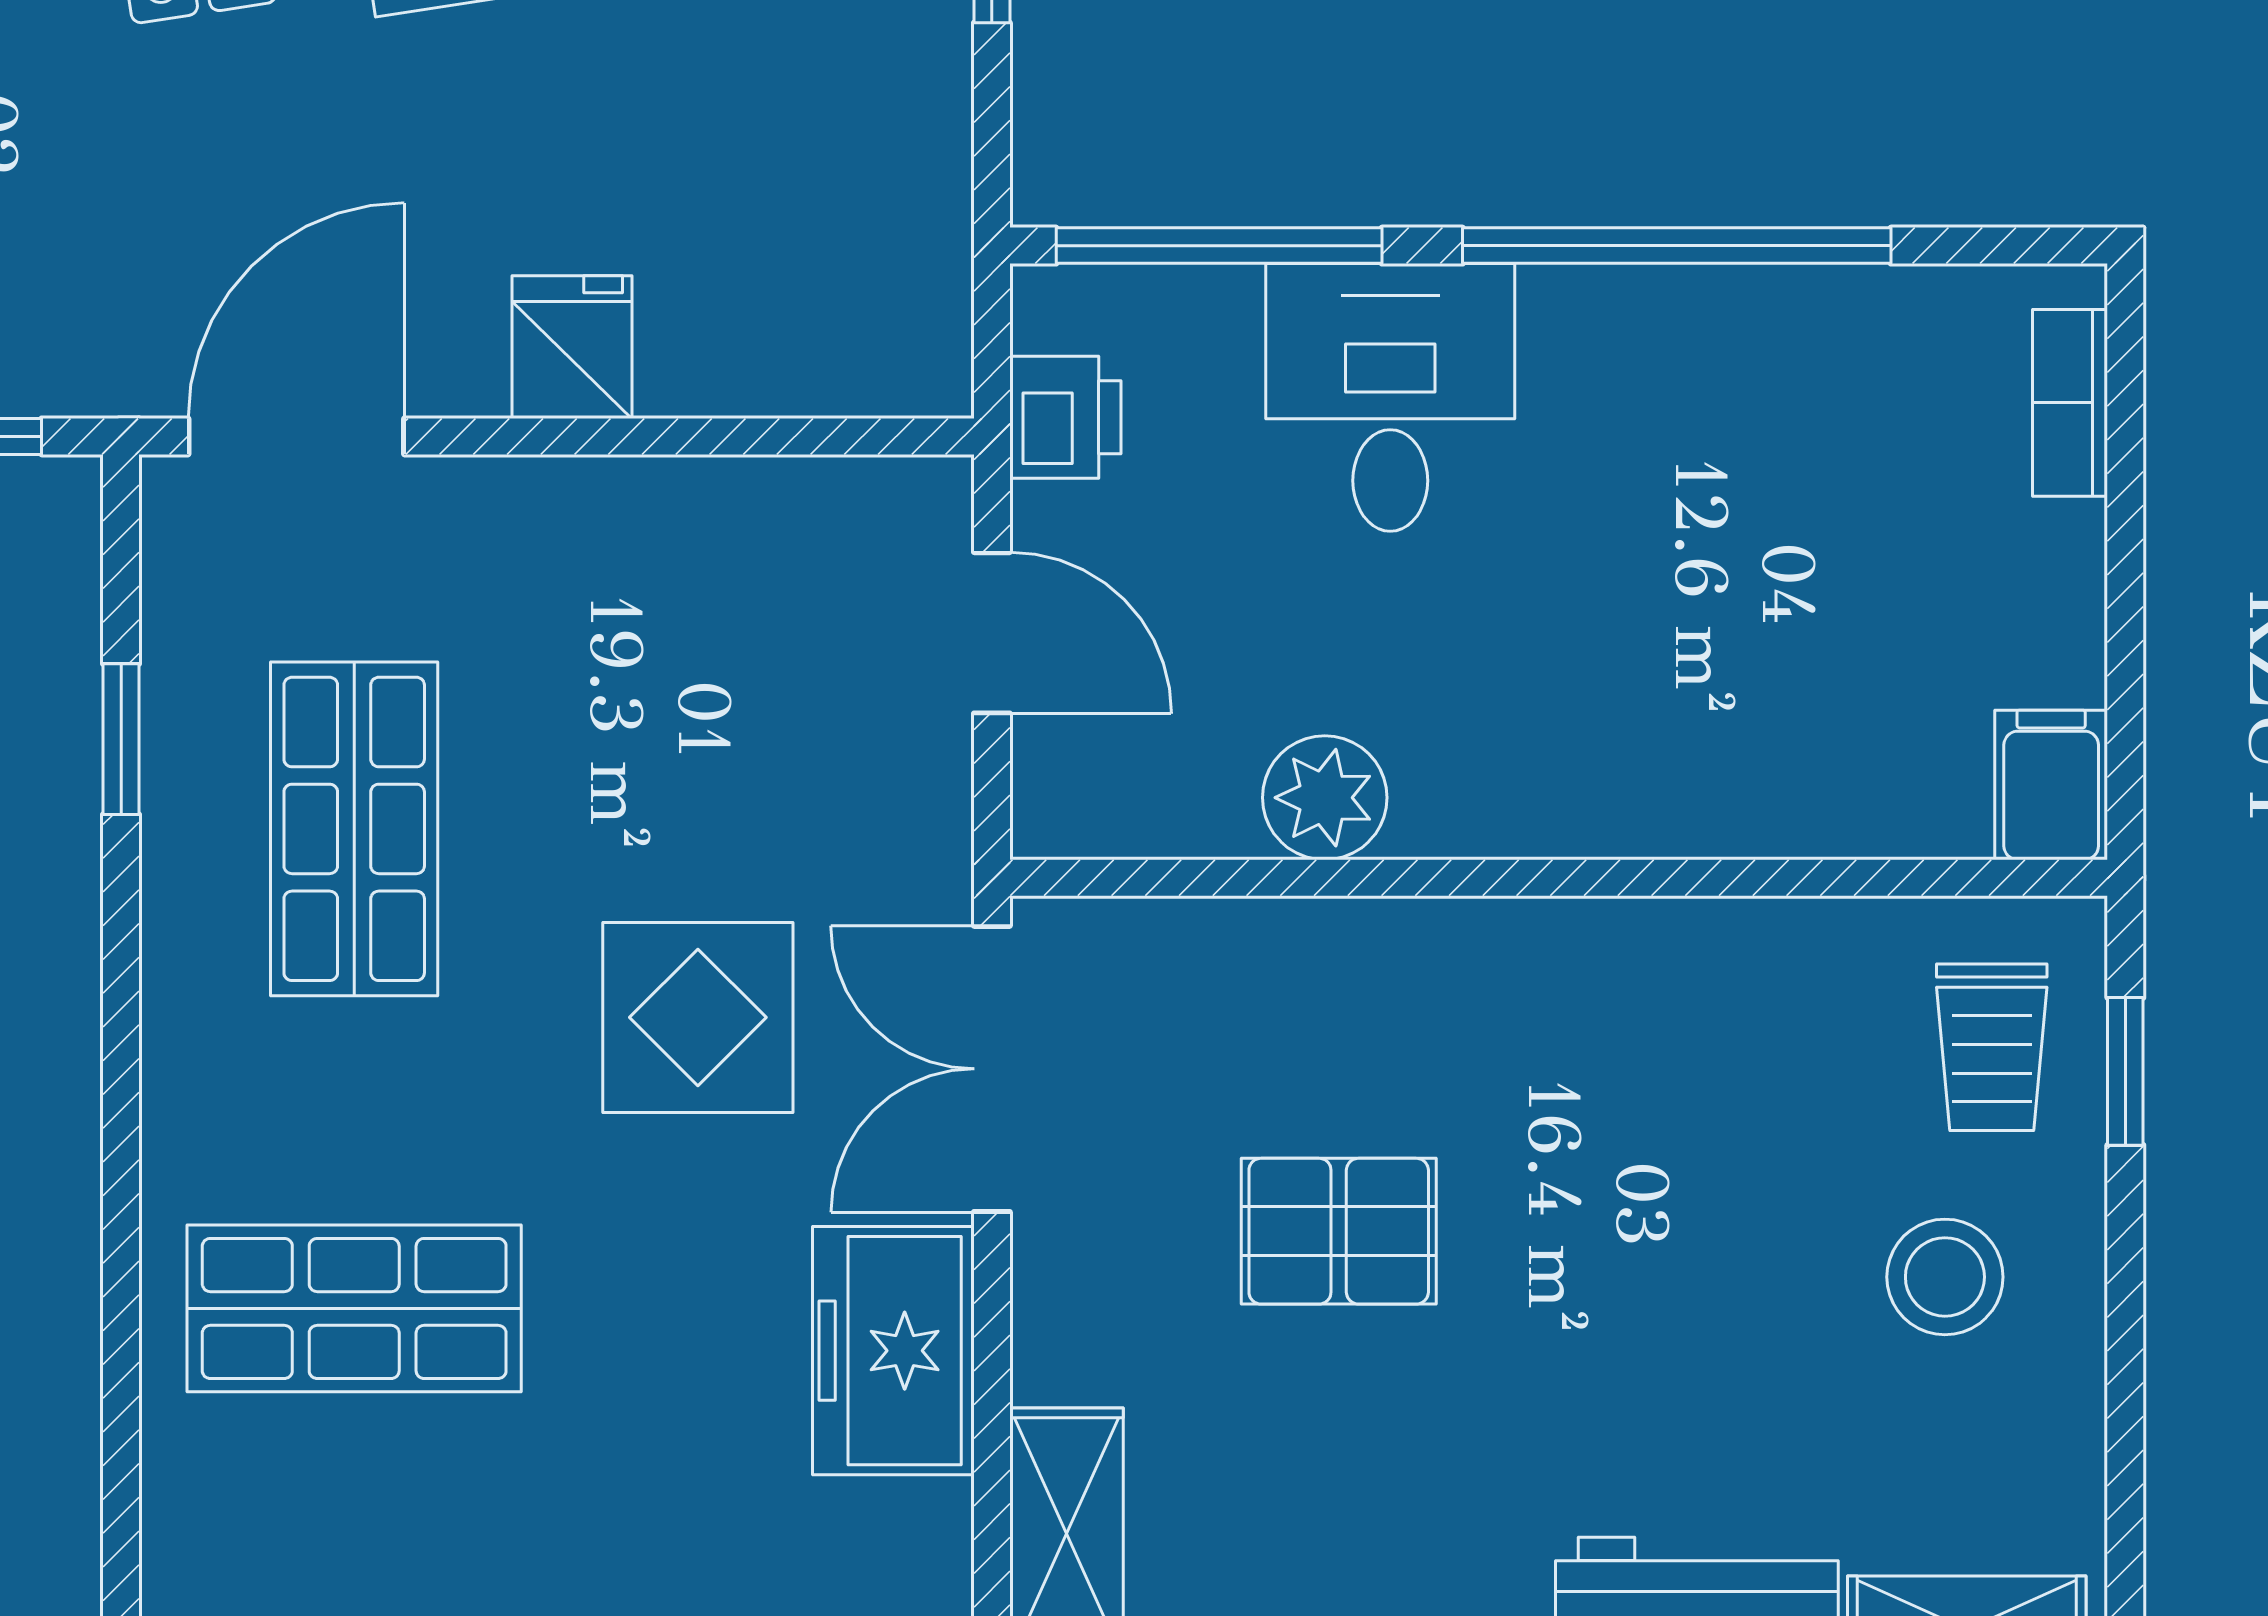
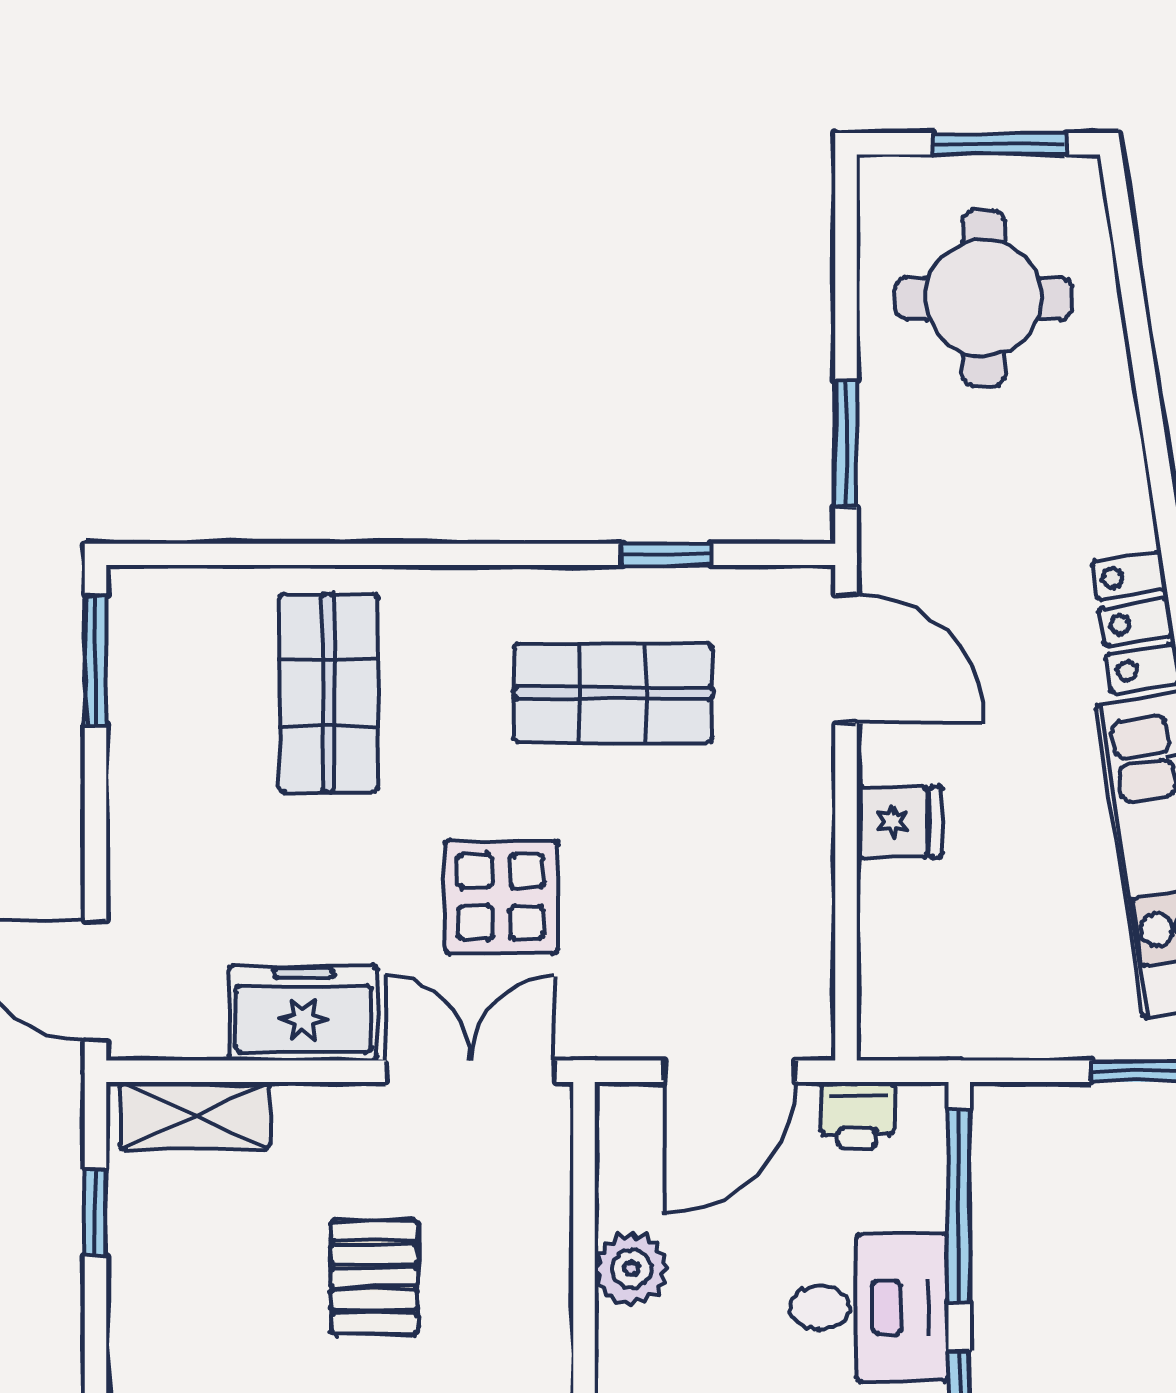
door: (992, 633) -> (729, 1071), width x1.38

